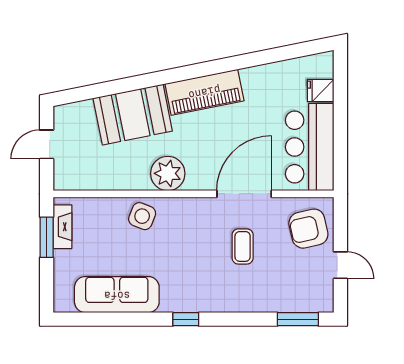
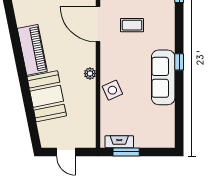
plant: (168, 173) -> (90, 74), width x0.53, depth x0.53
side table: (142, 216) -> (112, 90), turned 45
sofa: (117, 295) -> (163, 77), moved

